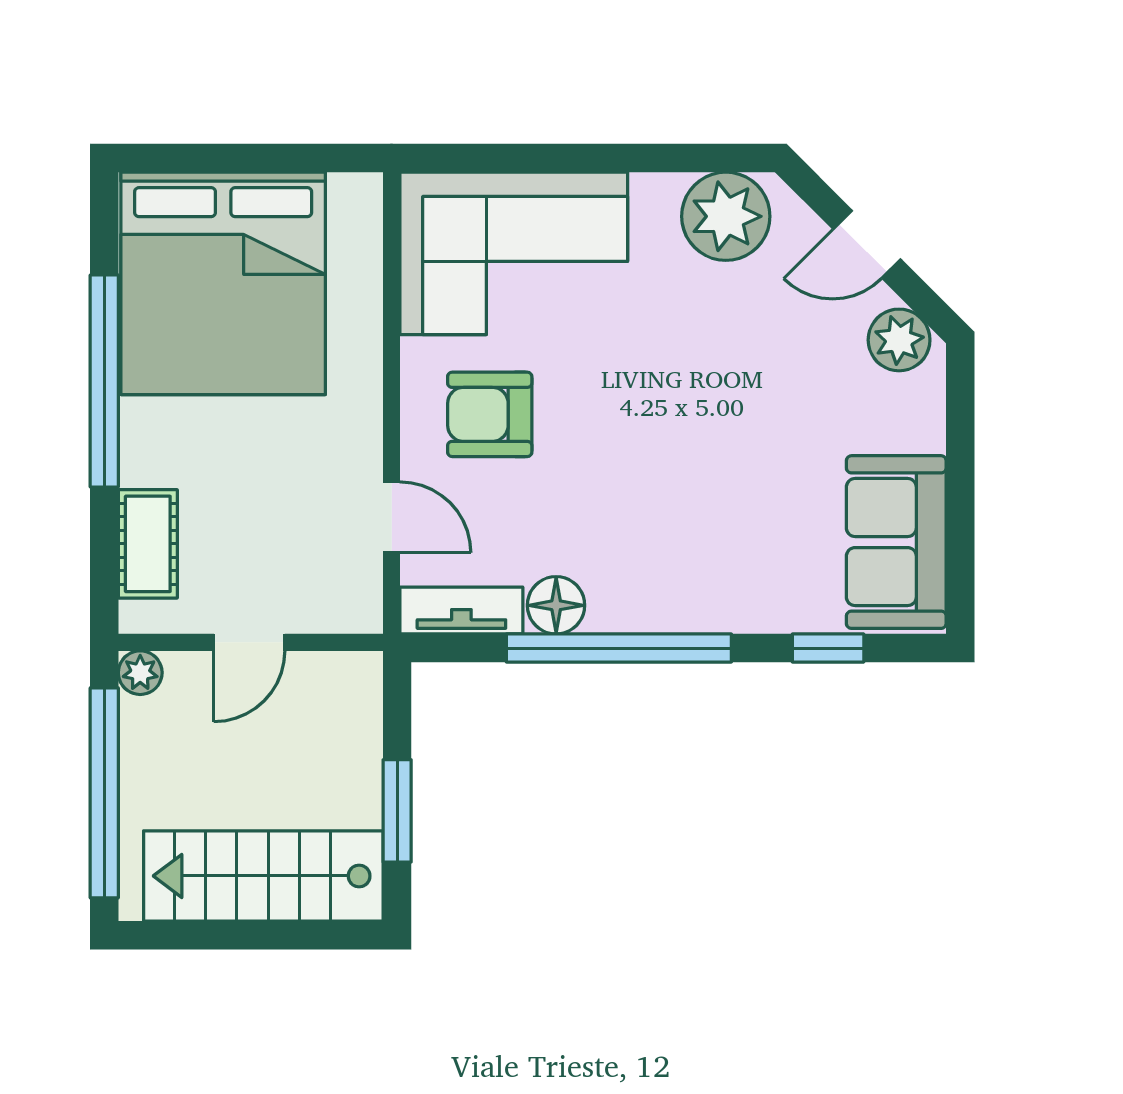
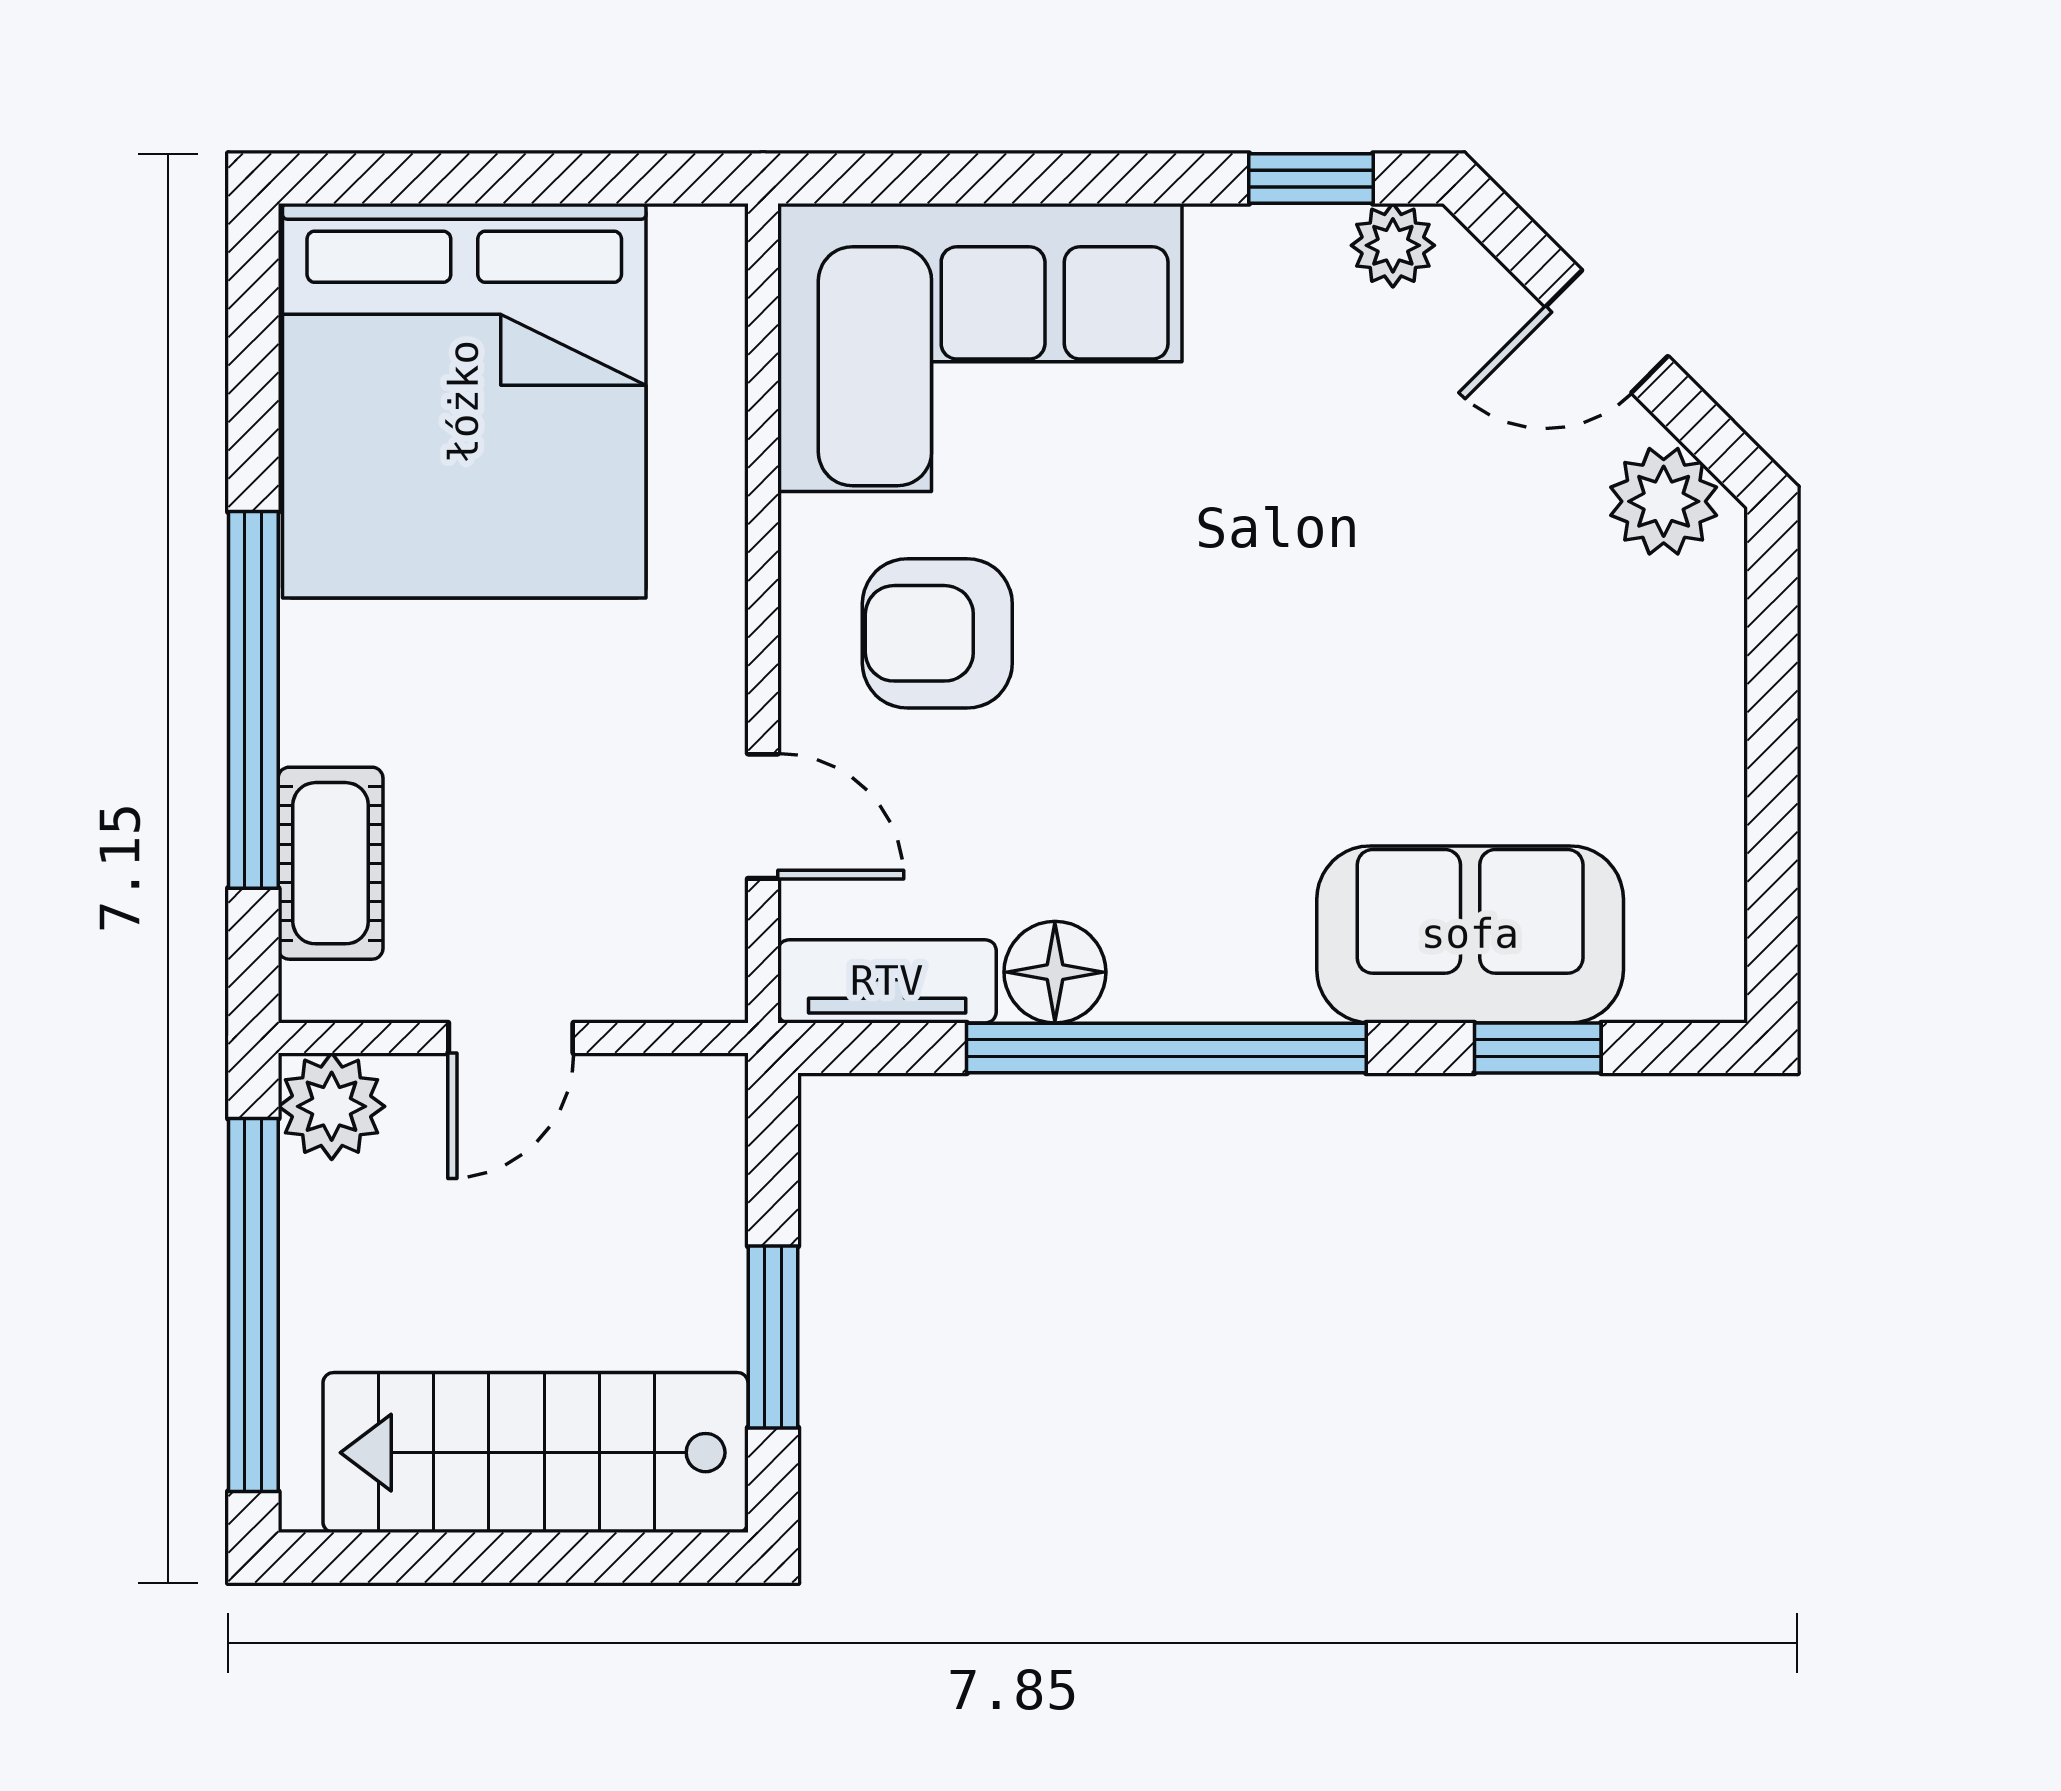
window: (700, 158) -> (1311, 178), added
plant: (726, 216) -> (1393, 245), width x0.53, depth x0.53
window: (104, 381) -> (253, 700), moved
sofa: (896, 542) -> (1470, 934), moved, turned 90
plant: (140, 673) -> (332, 1106), width x1.38, depth x1.38

